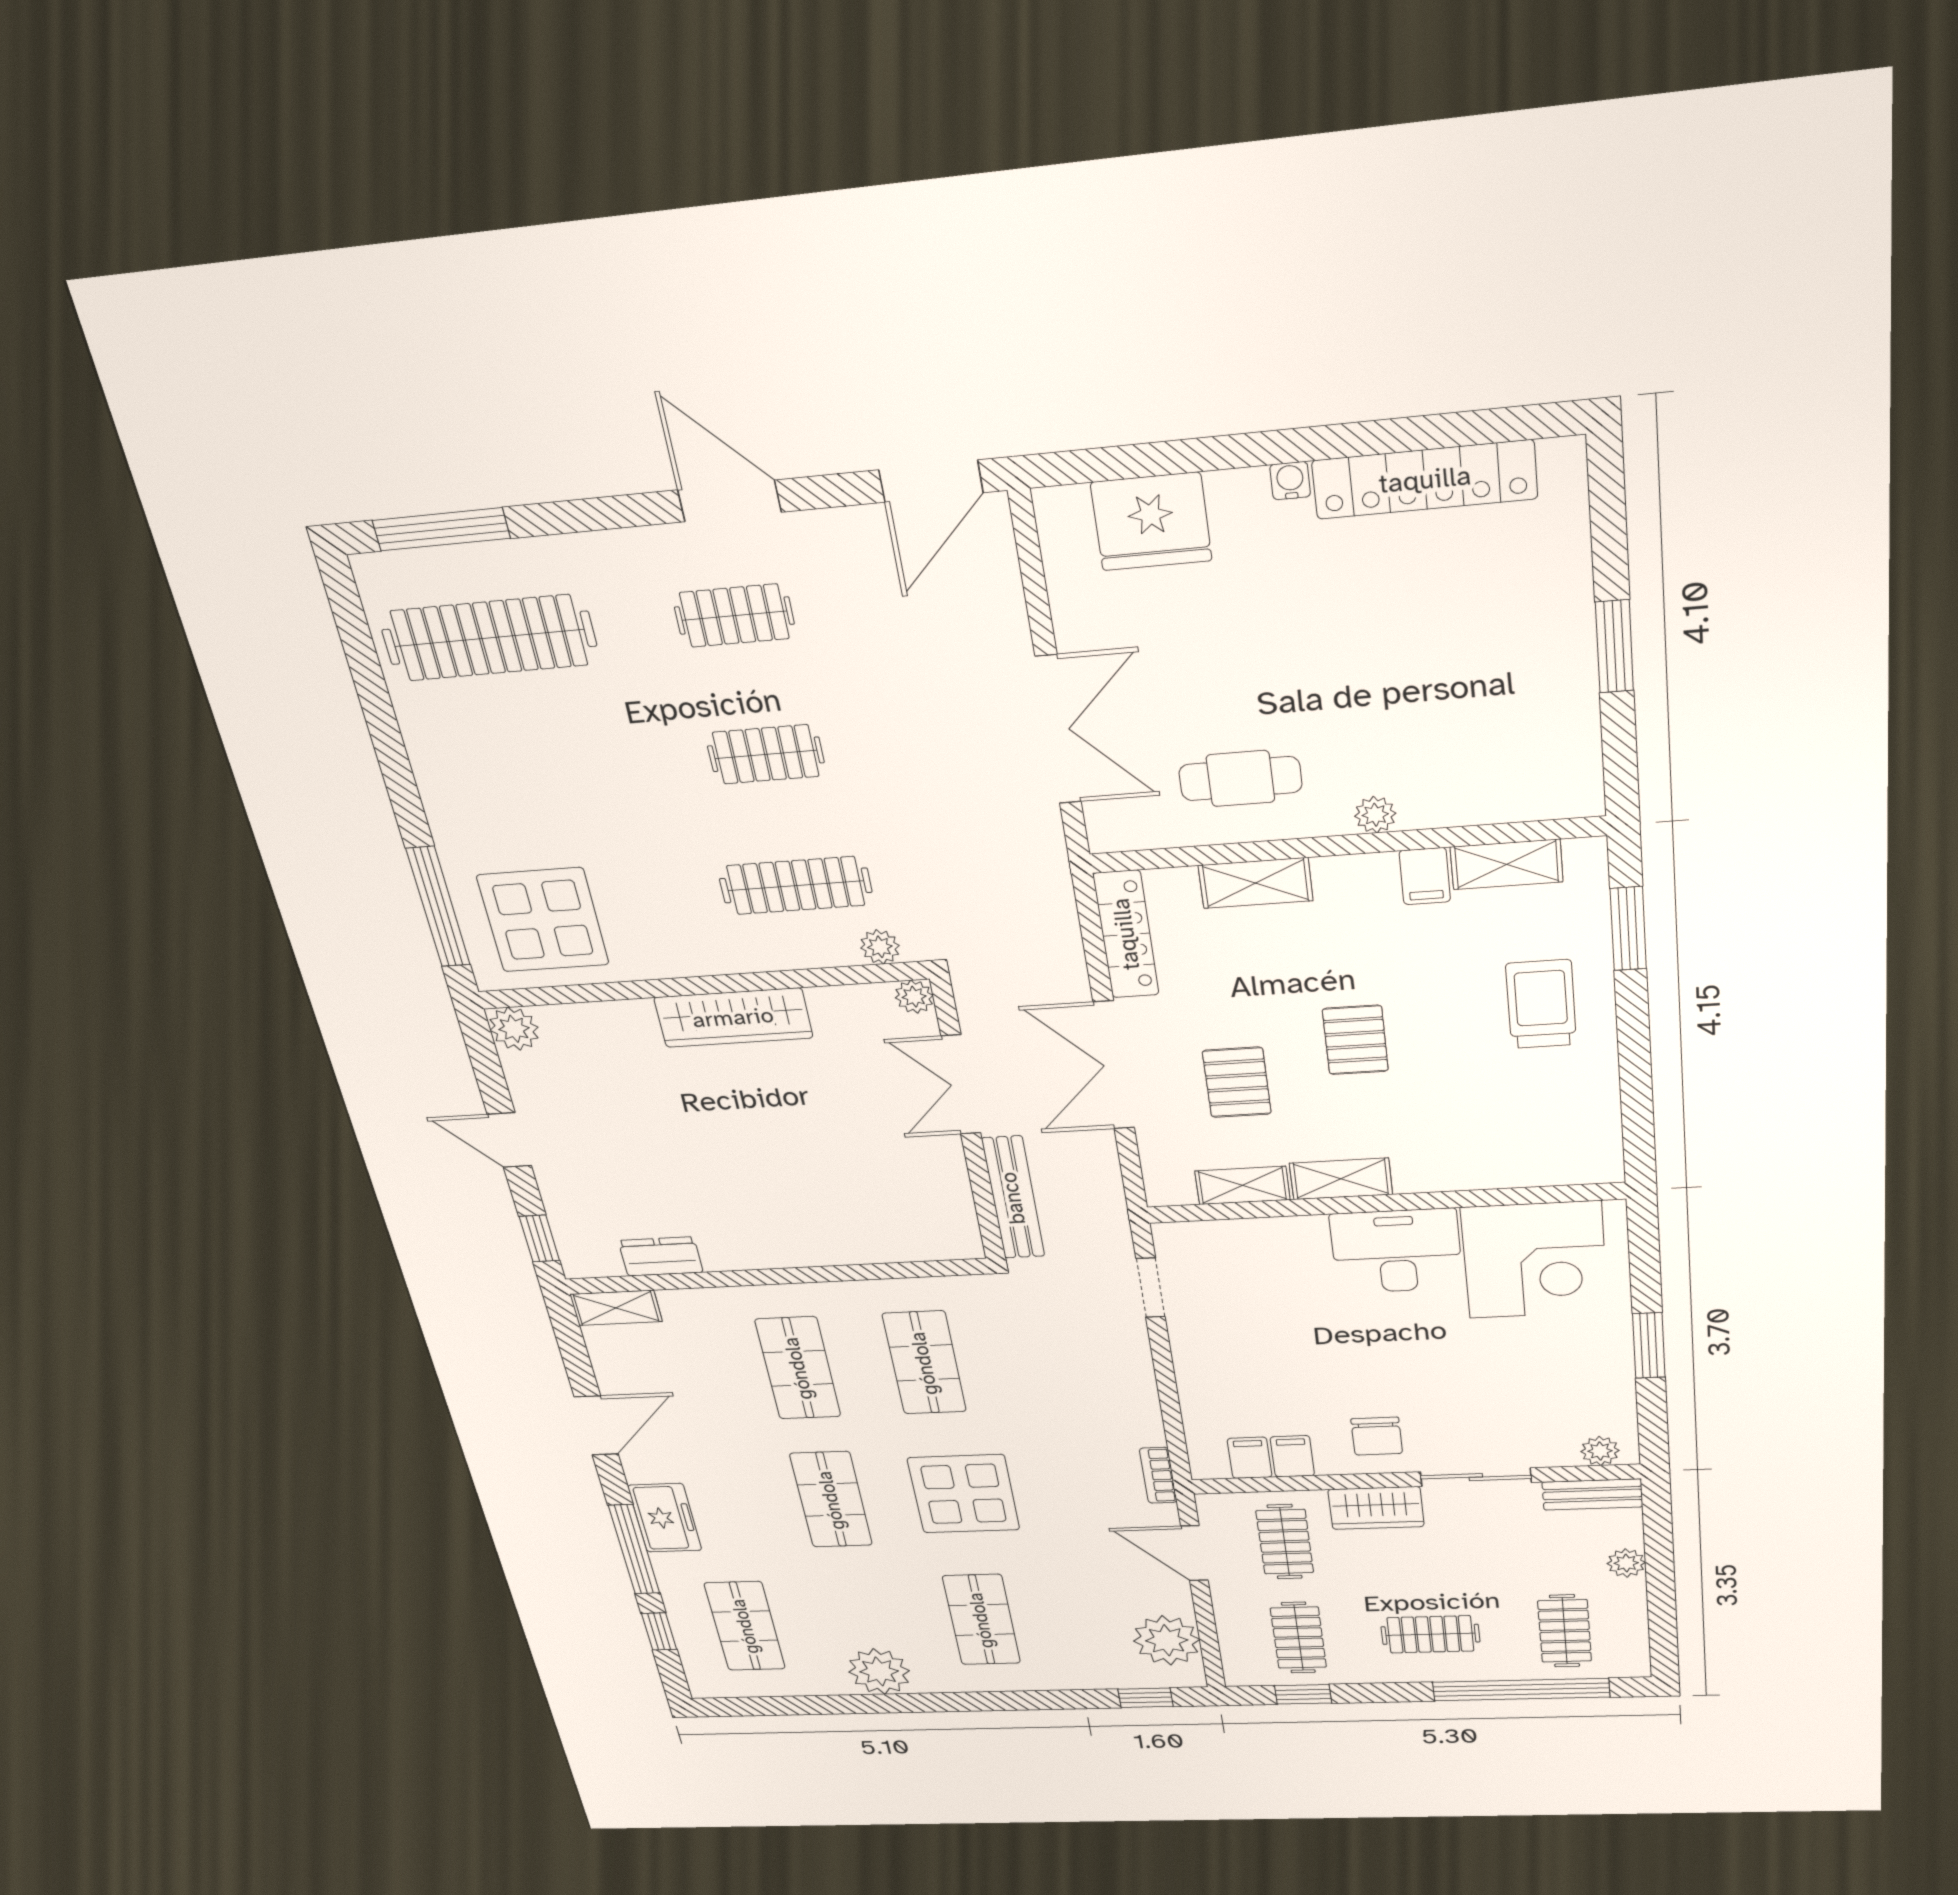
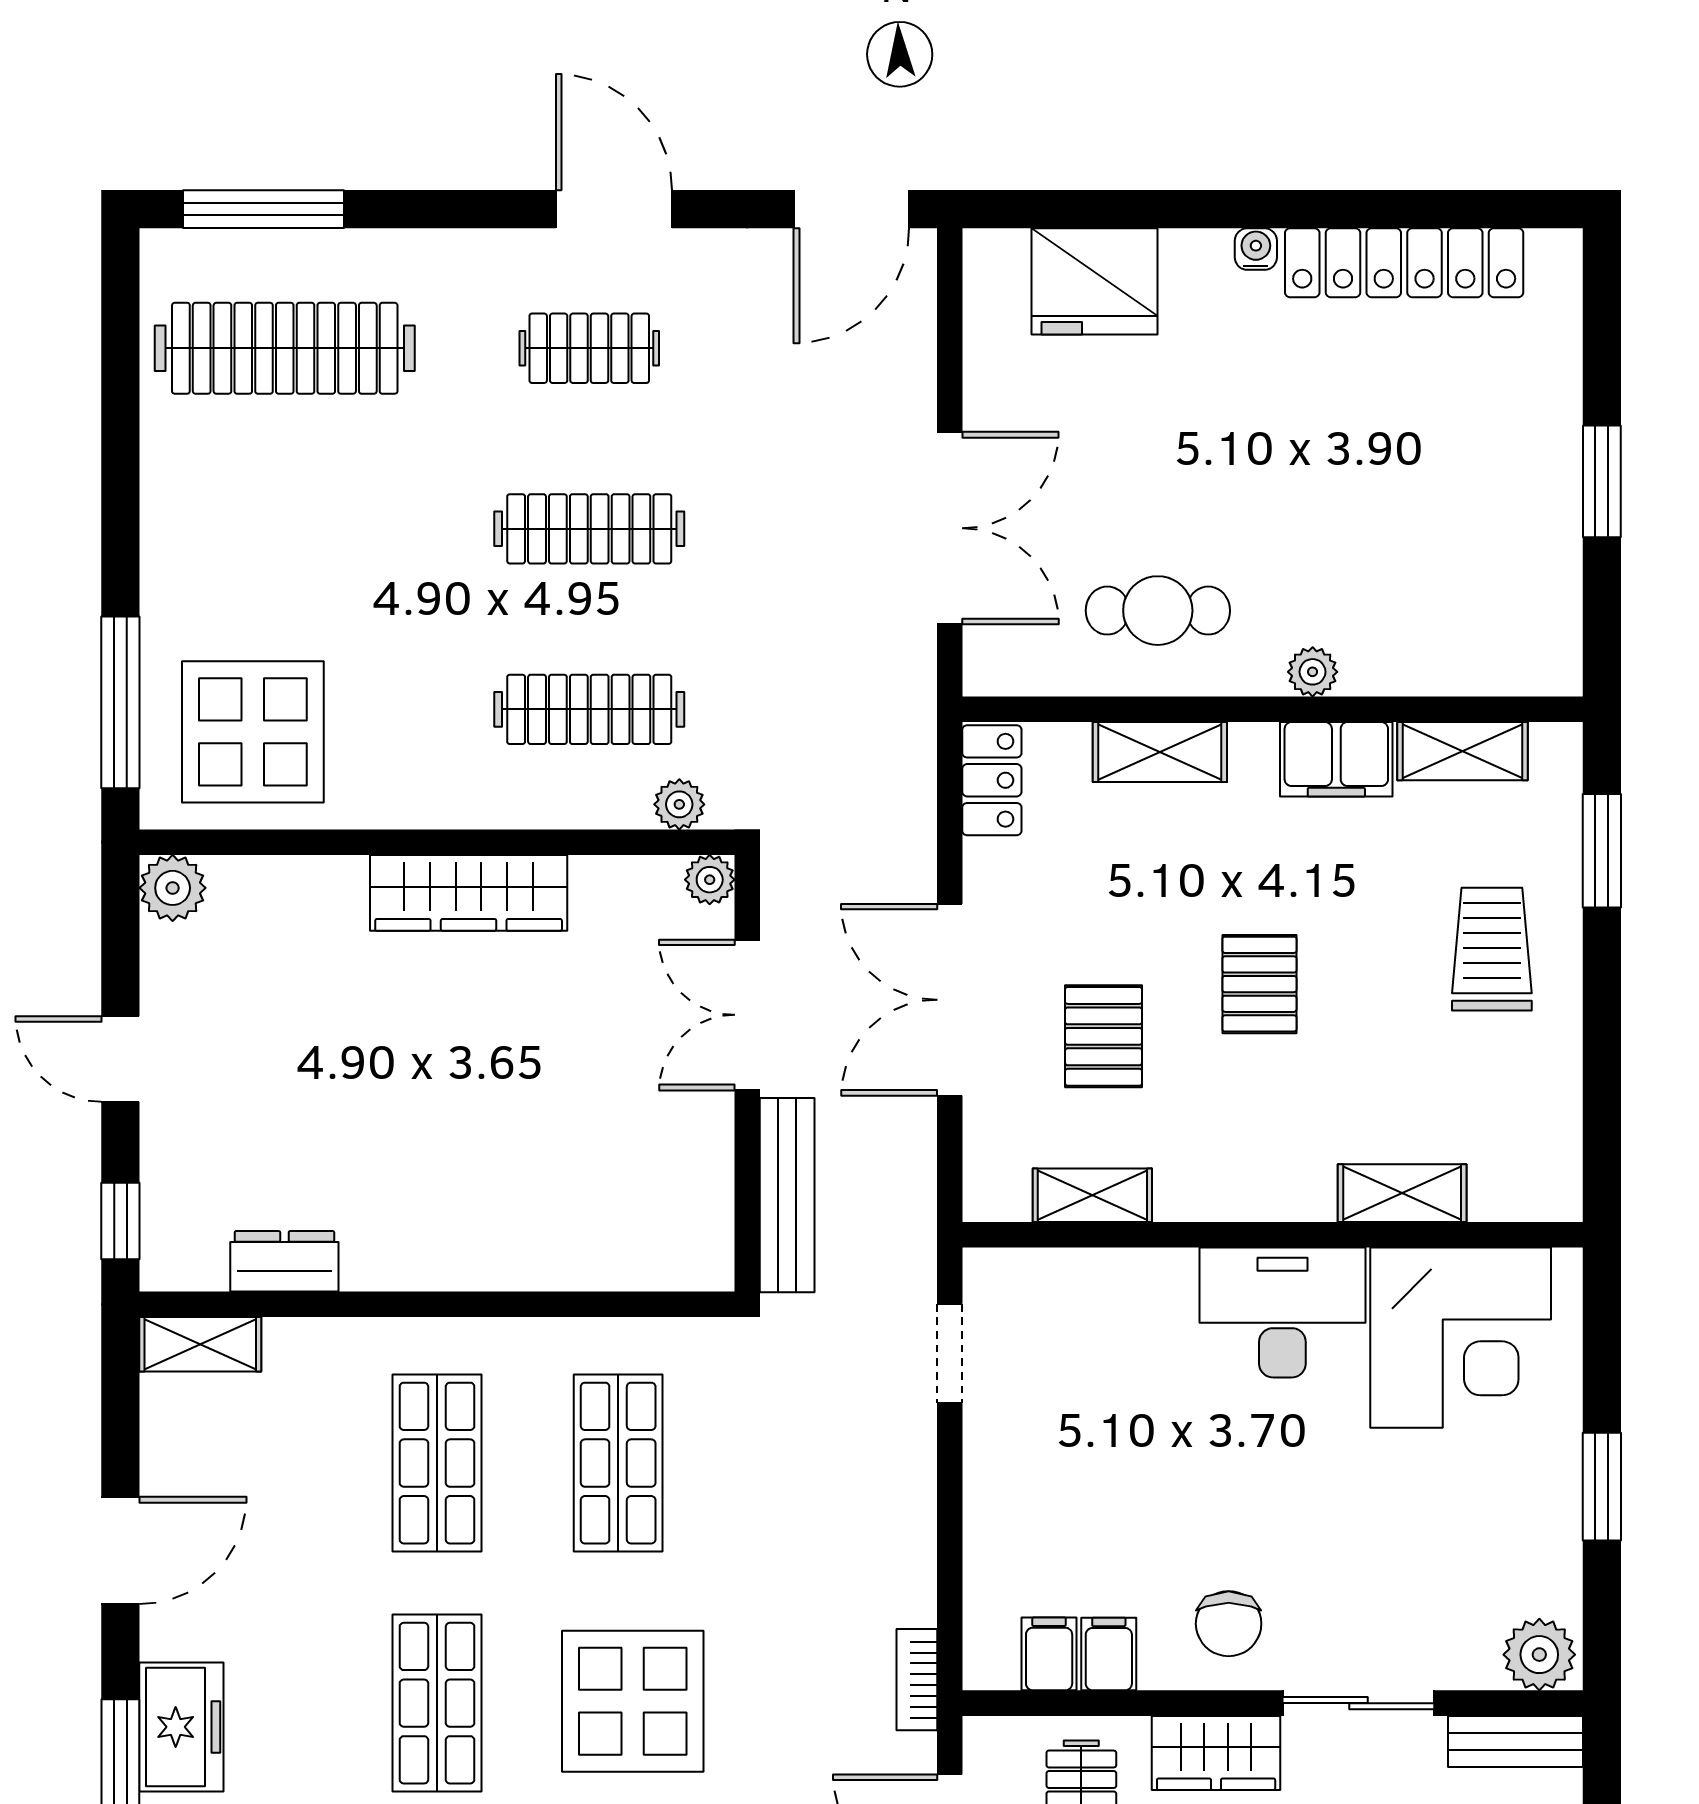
clothes rail: (766, 754) -> (589, 529), width x1.36
filing cabinet: (1425, 876) -> (1336, 759), width x2.00
locker: (1126, 934) -> (992, 780), width x0.66
shelving: (1341, 1179) -> (1402, 1193), moved
plant: (1600, 1451) -> (1539, 1655), width x1.38, depth x1.38

